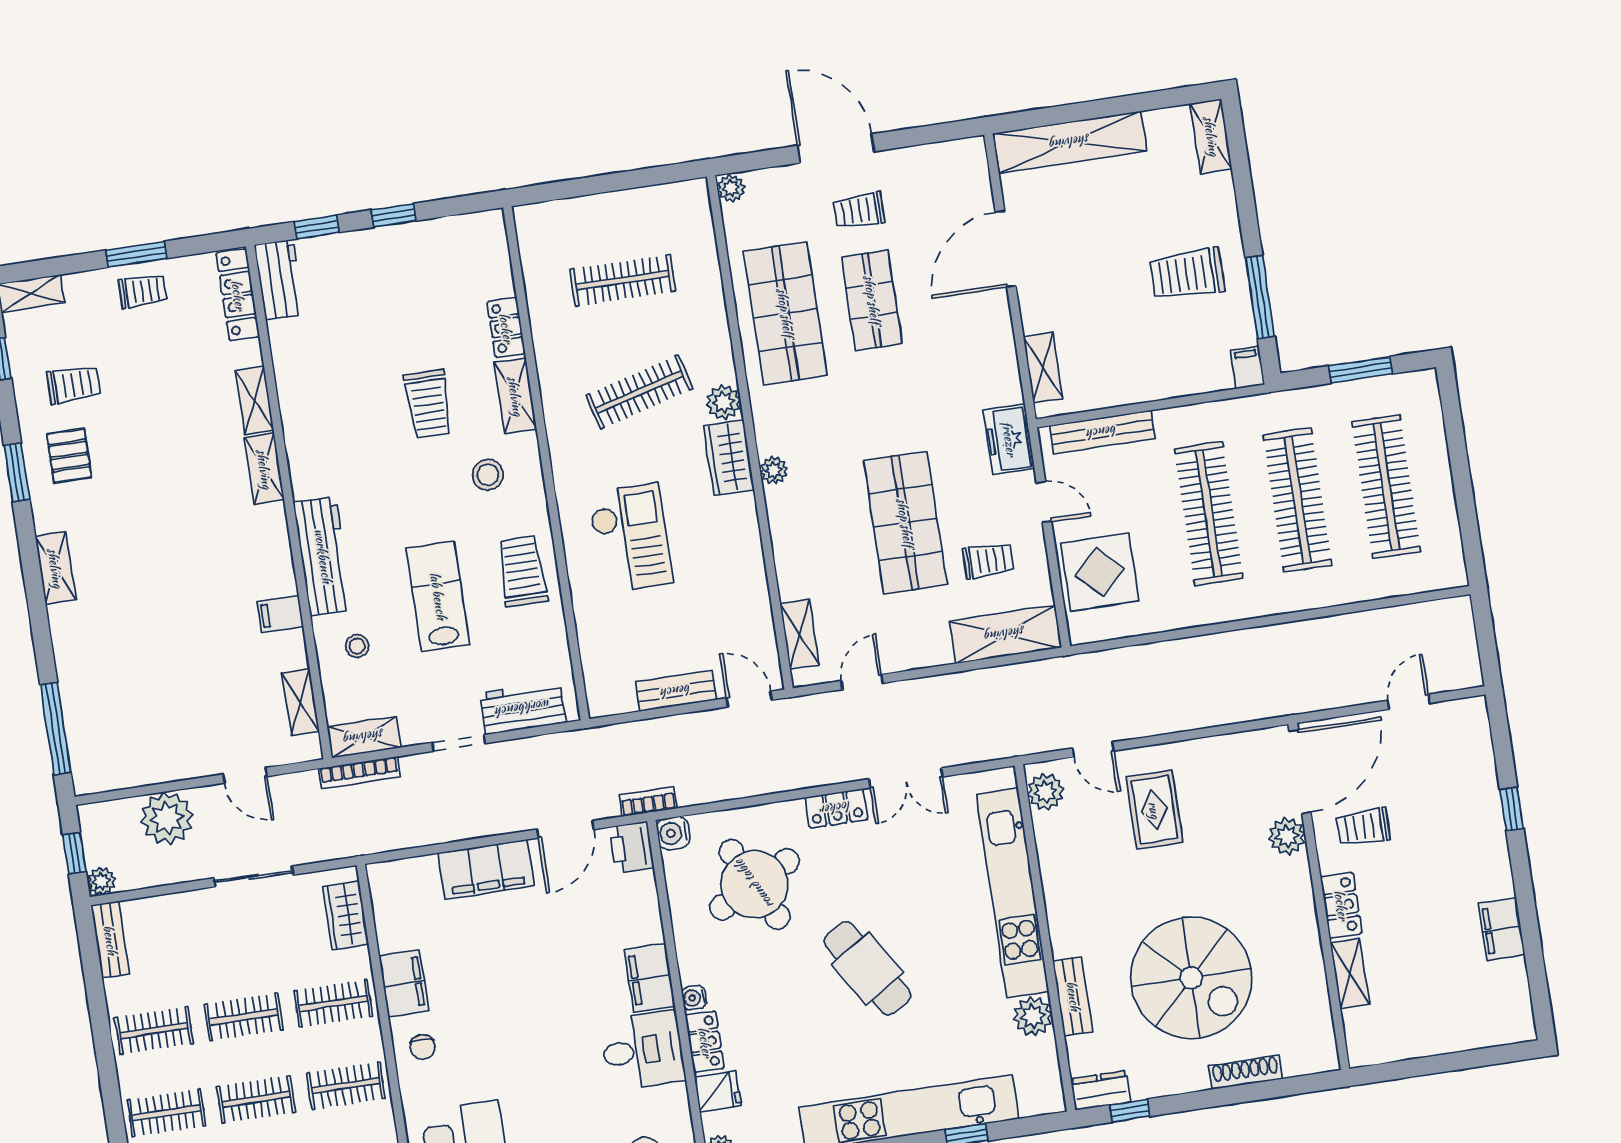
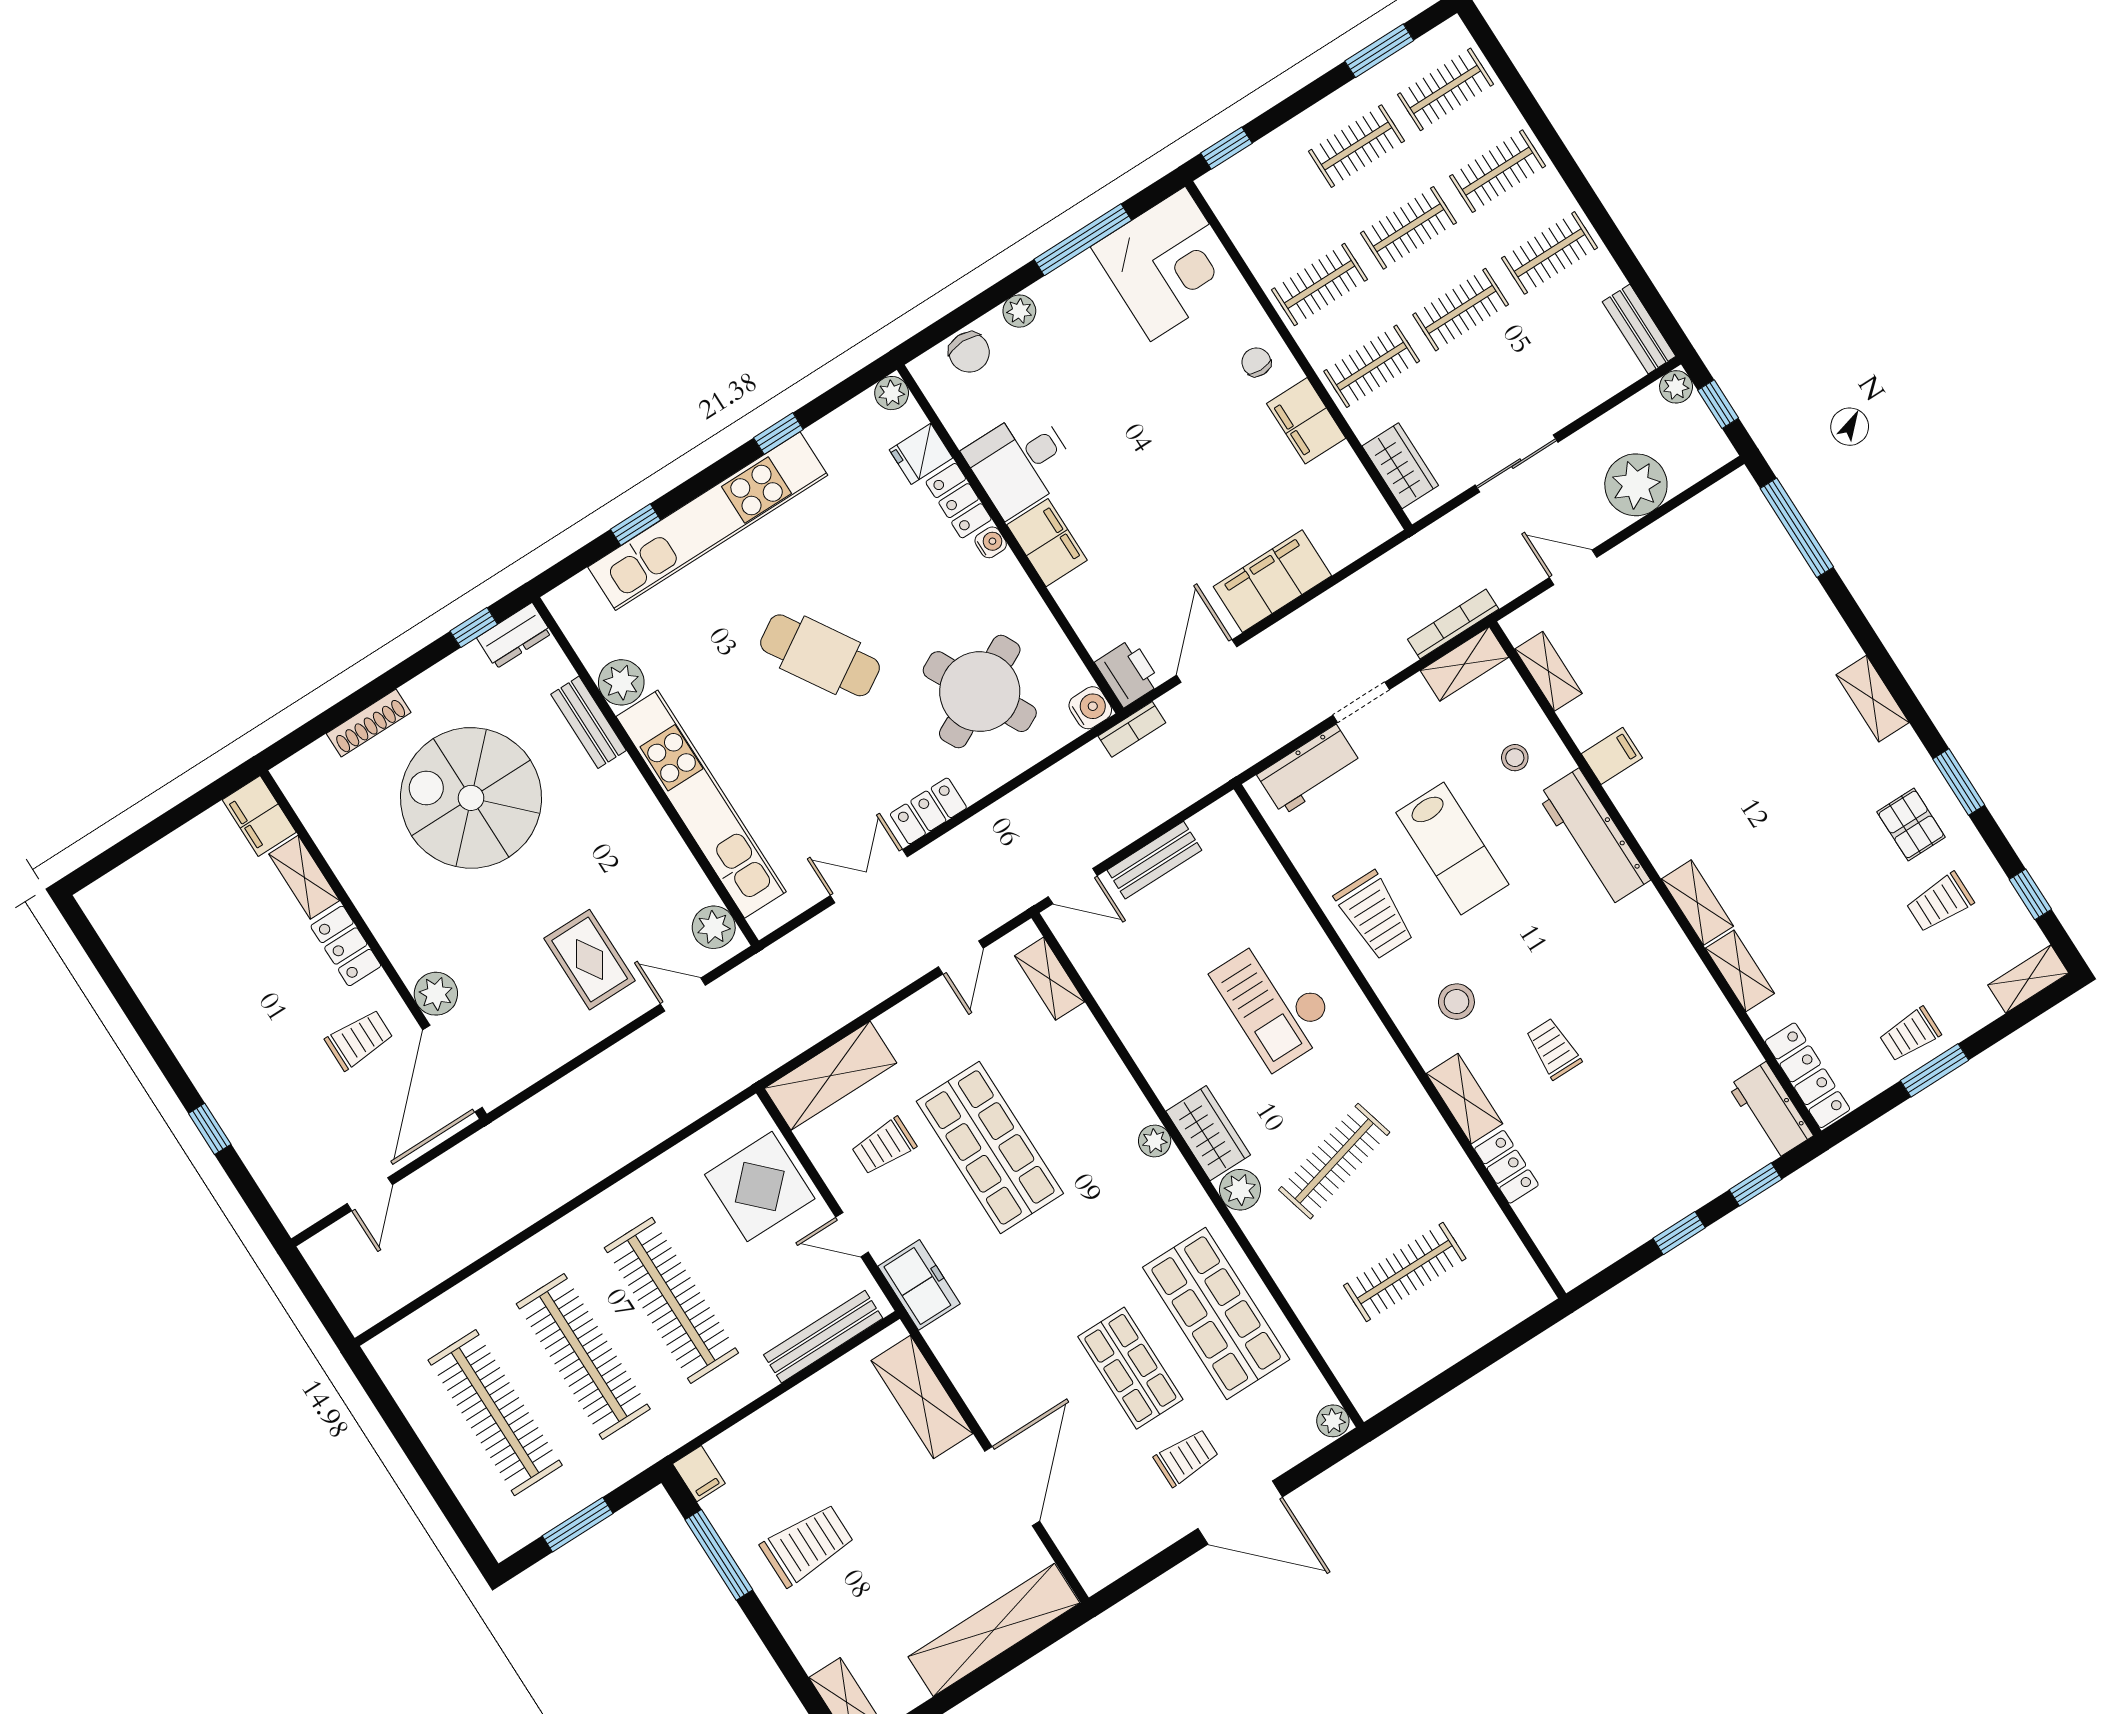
shelving: (1043, 367) -> (922, 1397), width x1.50, depth x1.33
trolley: (428, 404) -> (1553, 1049), width x0.73, depth x0.72
filing cabinet: (1502, 929) -> (259, 816), moved, turned 180

